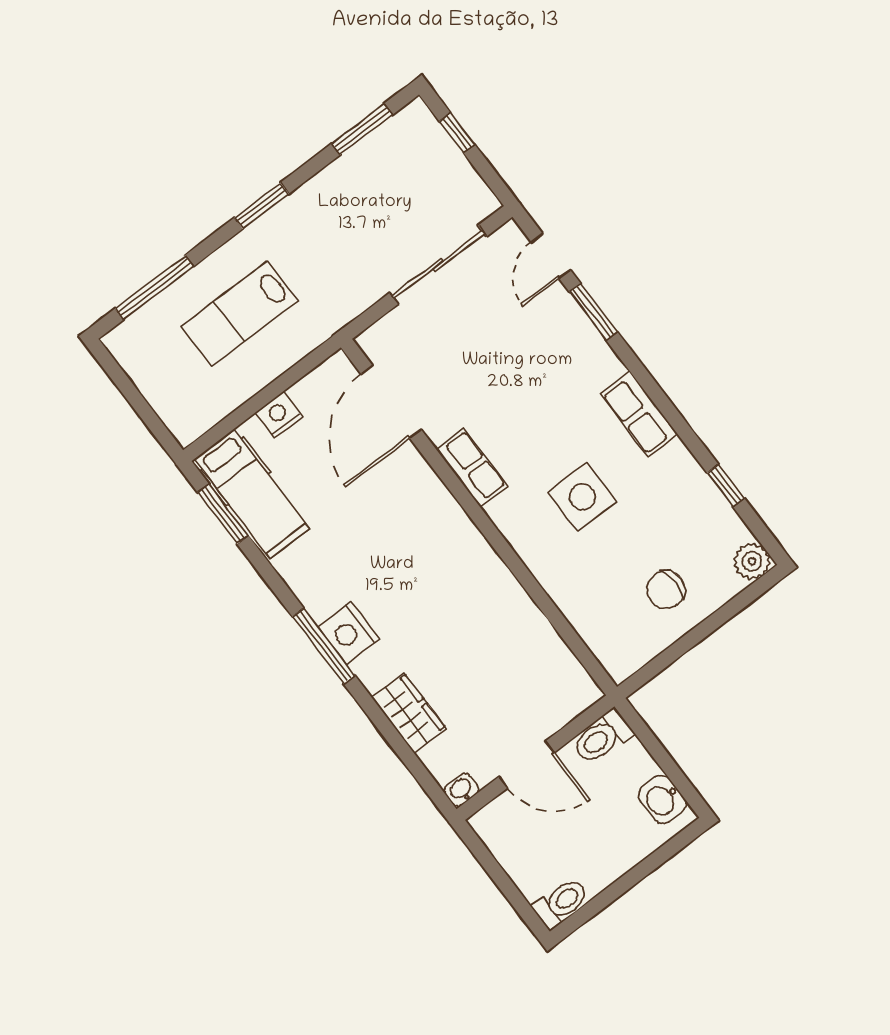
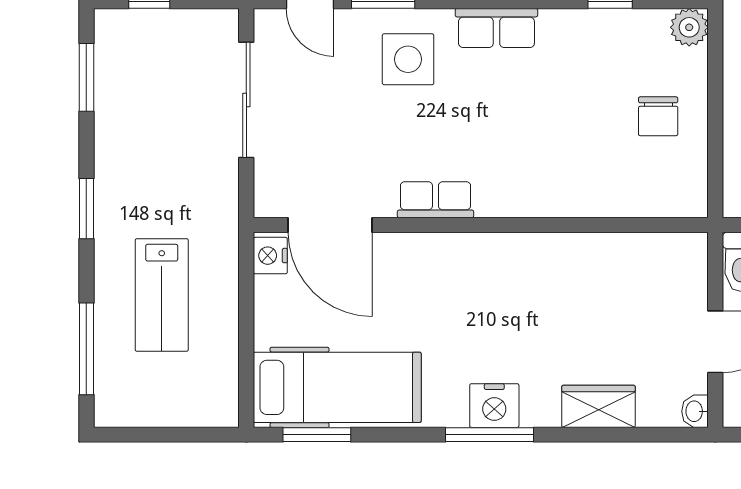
nightstand: (279, 415) -> (270, 256), moved
hospital bed: (252, 494) -> (337, 387), width x1.37, depth x1.29
side table: (582, 497) -> (408, 59), moved

